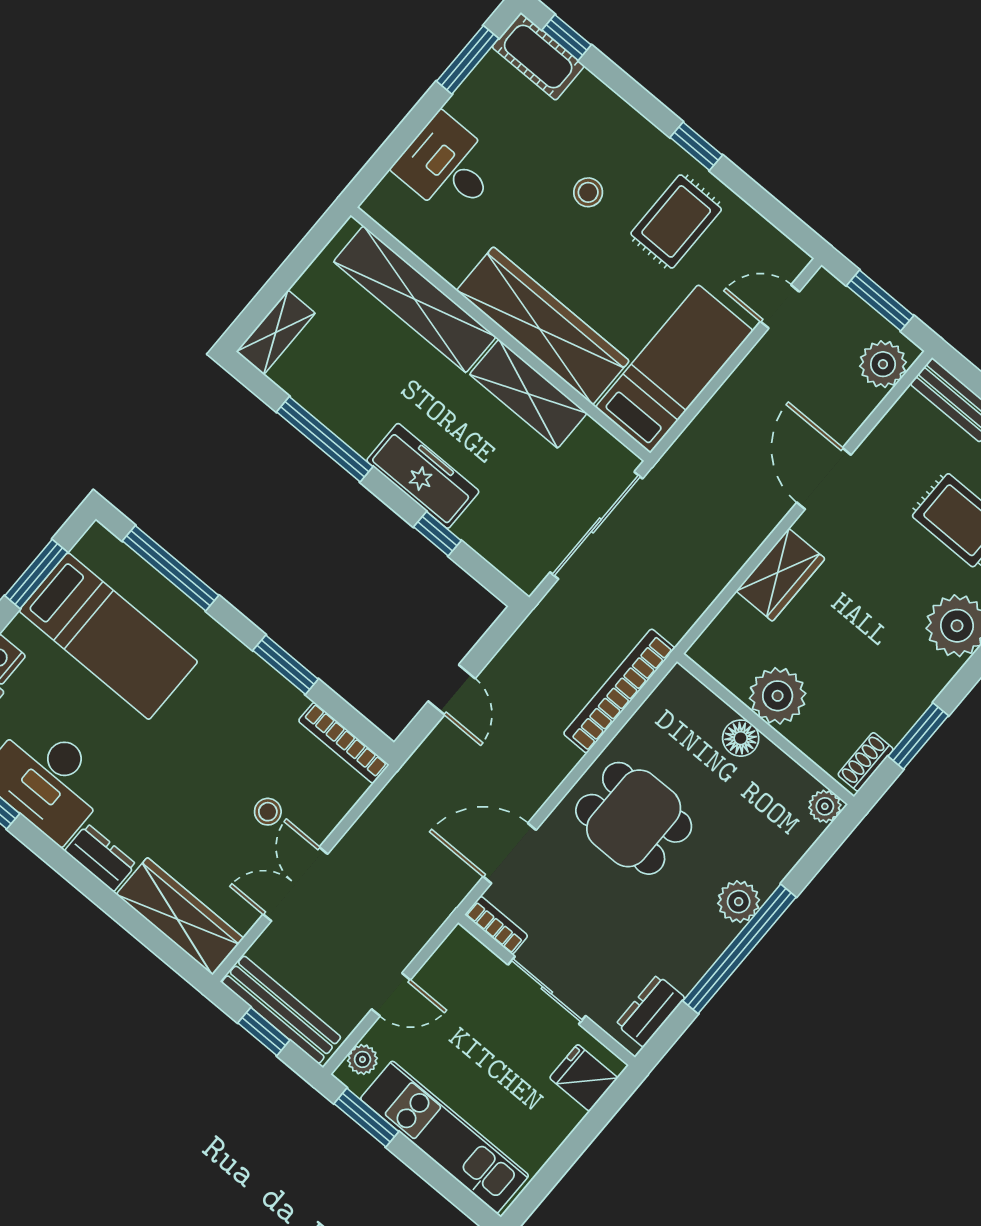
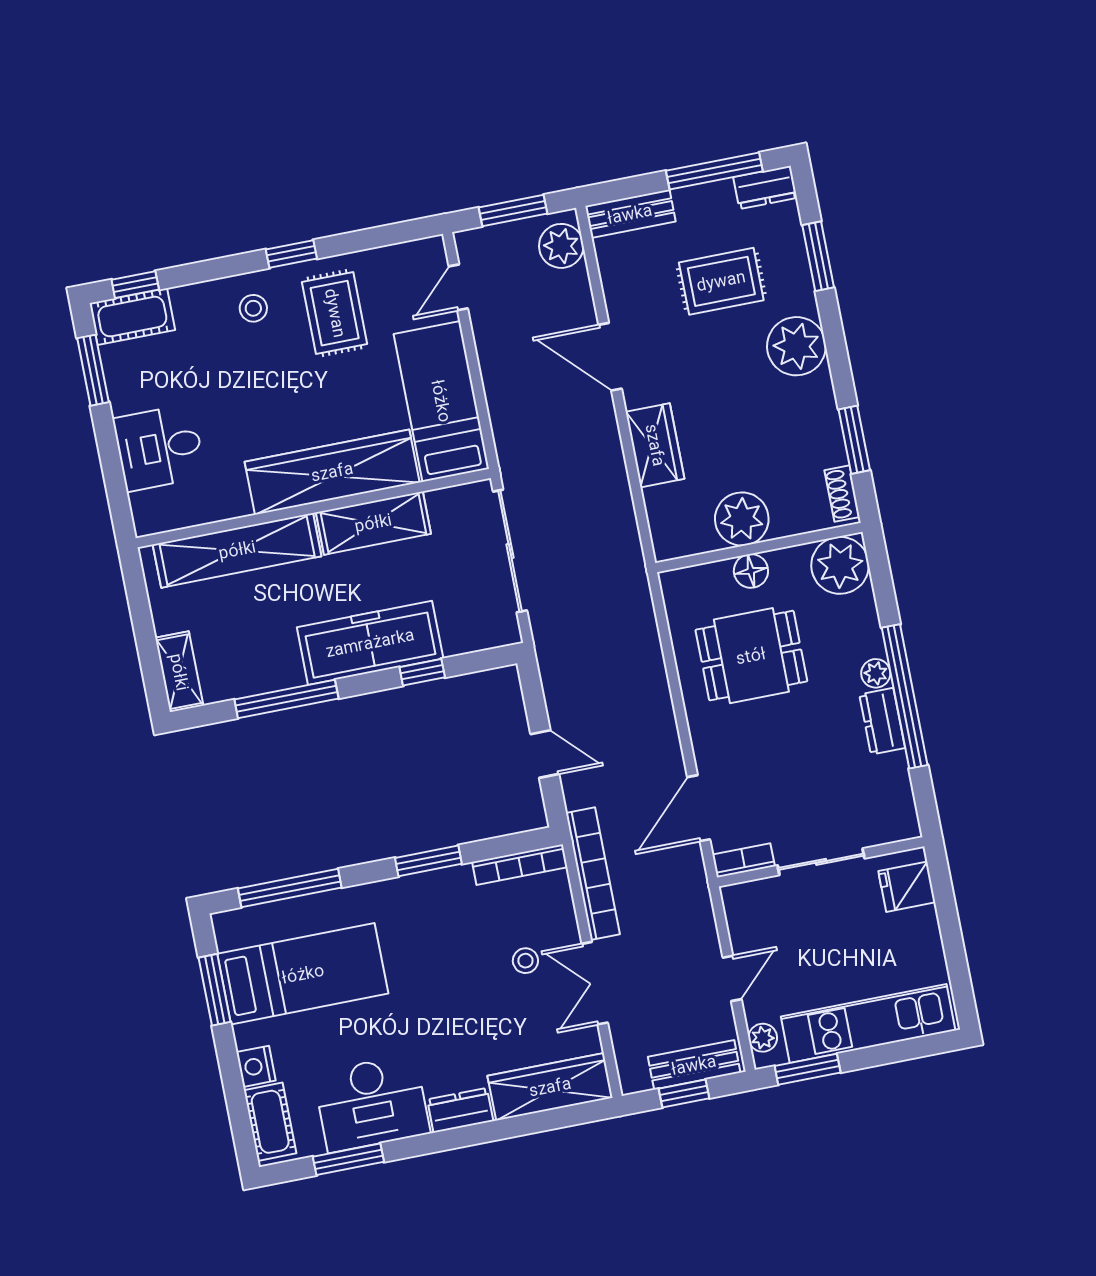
stool: (588, 192) -> (253, 308), moved
freezer: (423, 476) -> (370, 643), width x1.36, depth x1.26
bookcase: (619, 691) -> (593, 874), moved, turned 180
plant: (825, 806) -> (840, 565), width x1.87, depth x1.87
dining table: (634, 818) -> (751, 656), moved
plant: (739, 902) -> (876, 673), width x0.73, depth x0.73
bench: (281, 1010) -> (694, 1065), width x0.73
dresser: (650, 1011) -> (882, 721), moved

